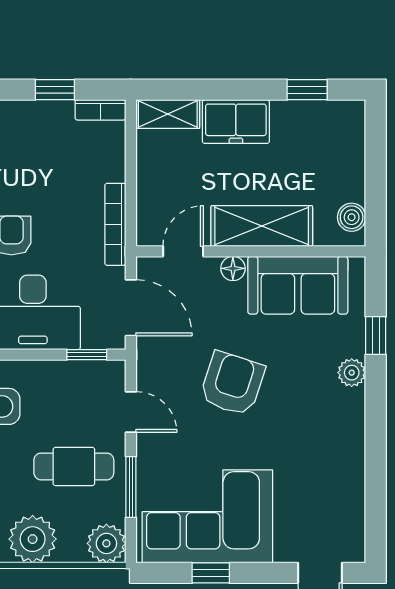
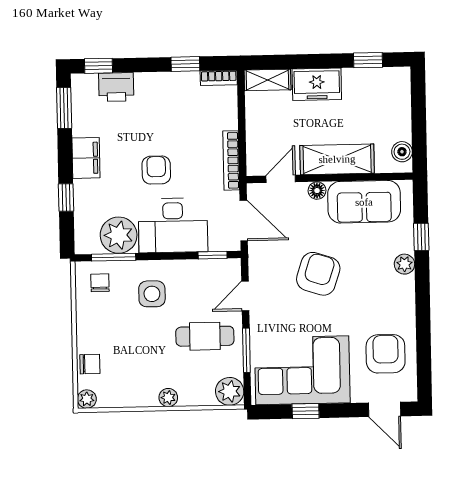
door: (131, 412) -> (245, 296), swing flipped
armchair: (323, 496) -> (386, 354), added
plant: (33, 539) -> (168, 398), width x0.53, depth x0.53

